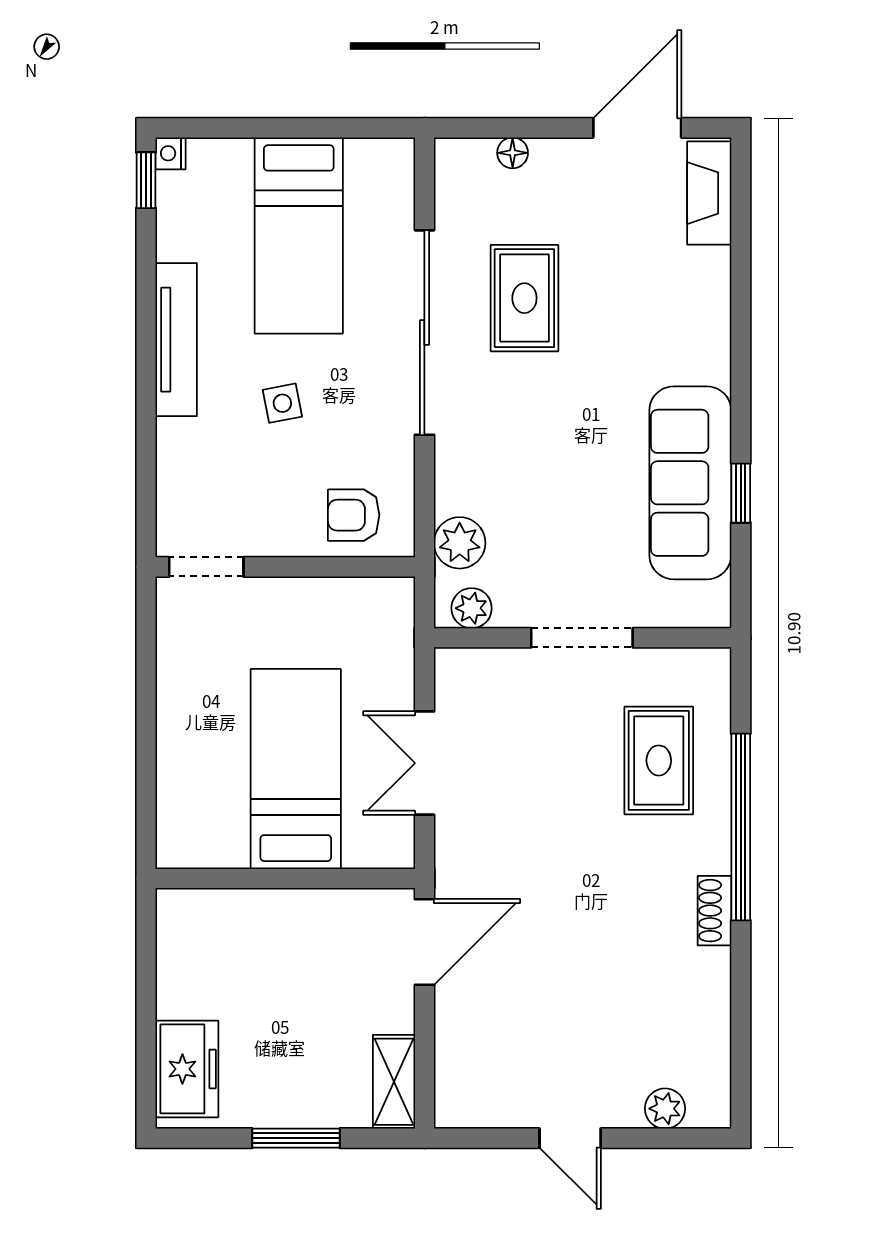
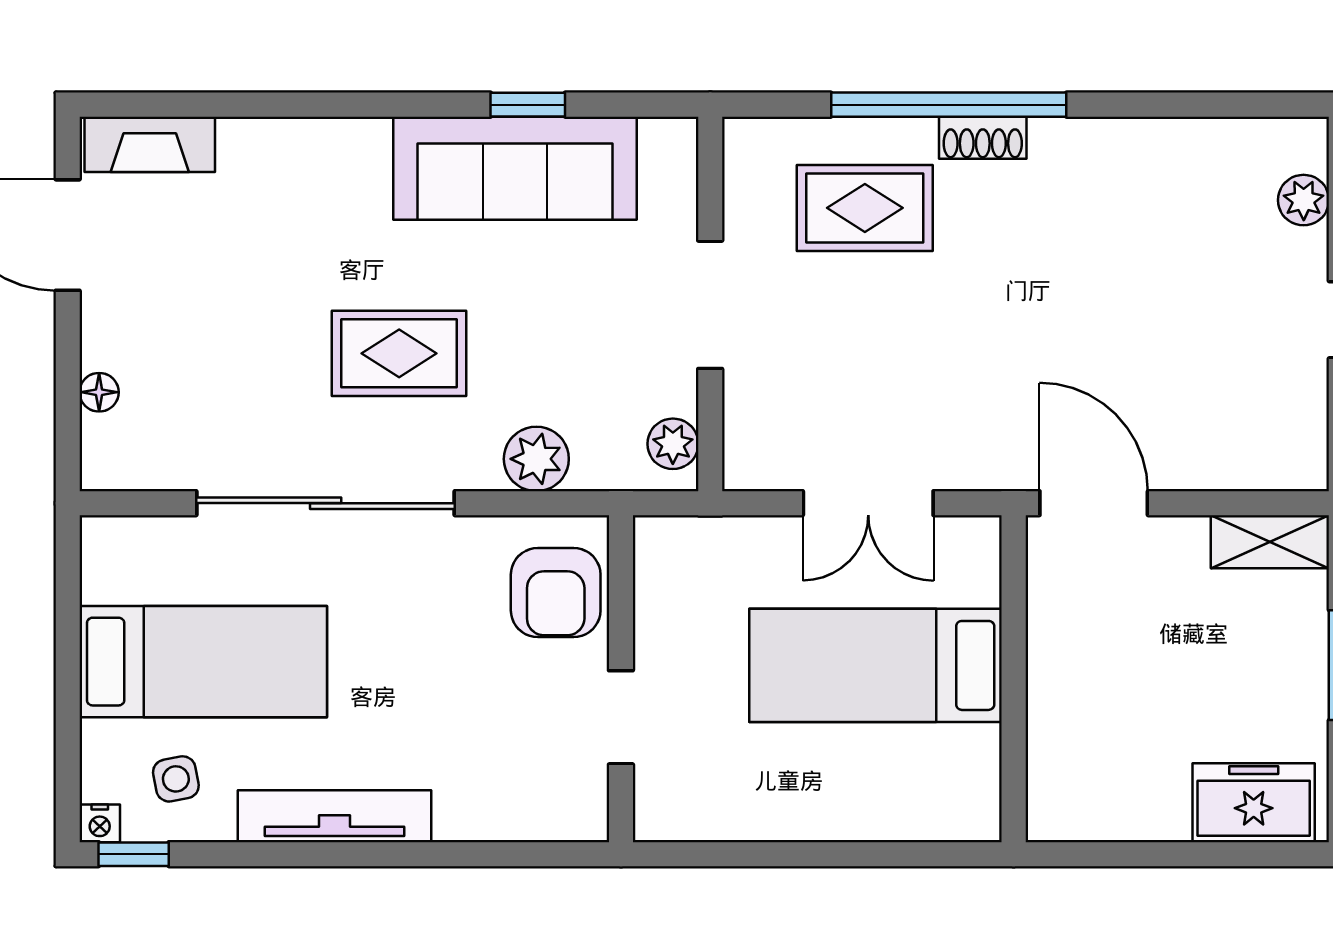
rug: (524, 298) -> (399, 353), moved
side table: (282, 403) -> (176, 779), moved
armchair: (354, 515) -> (556, 593), width x1.38, depth x1.38
plant: (460, 543) -> (536, 459), moved
doorway: (206, 567) -> (621, 717), moved
shoe rack: (714, 911) -> (983, 138), moved

